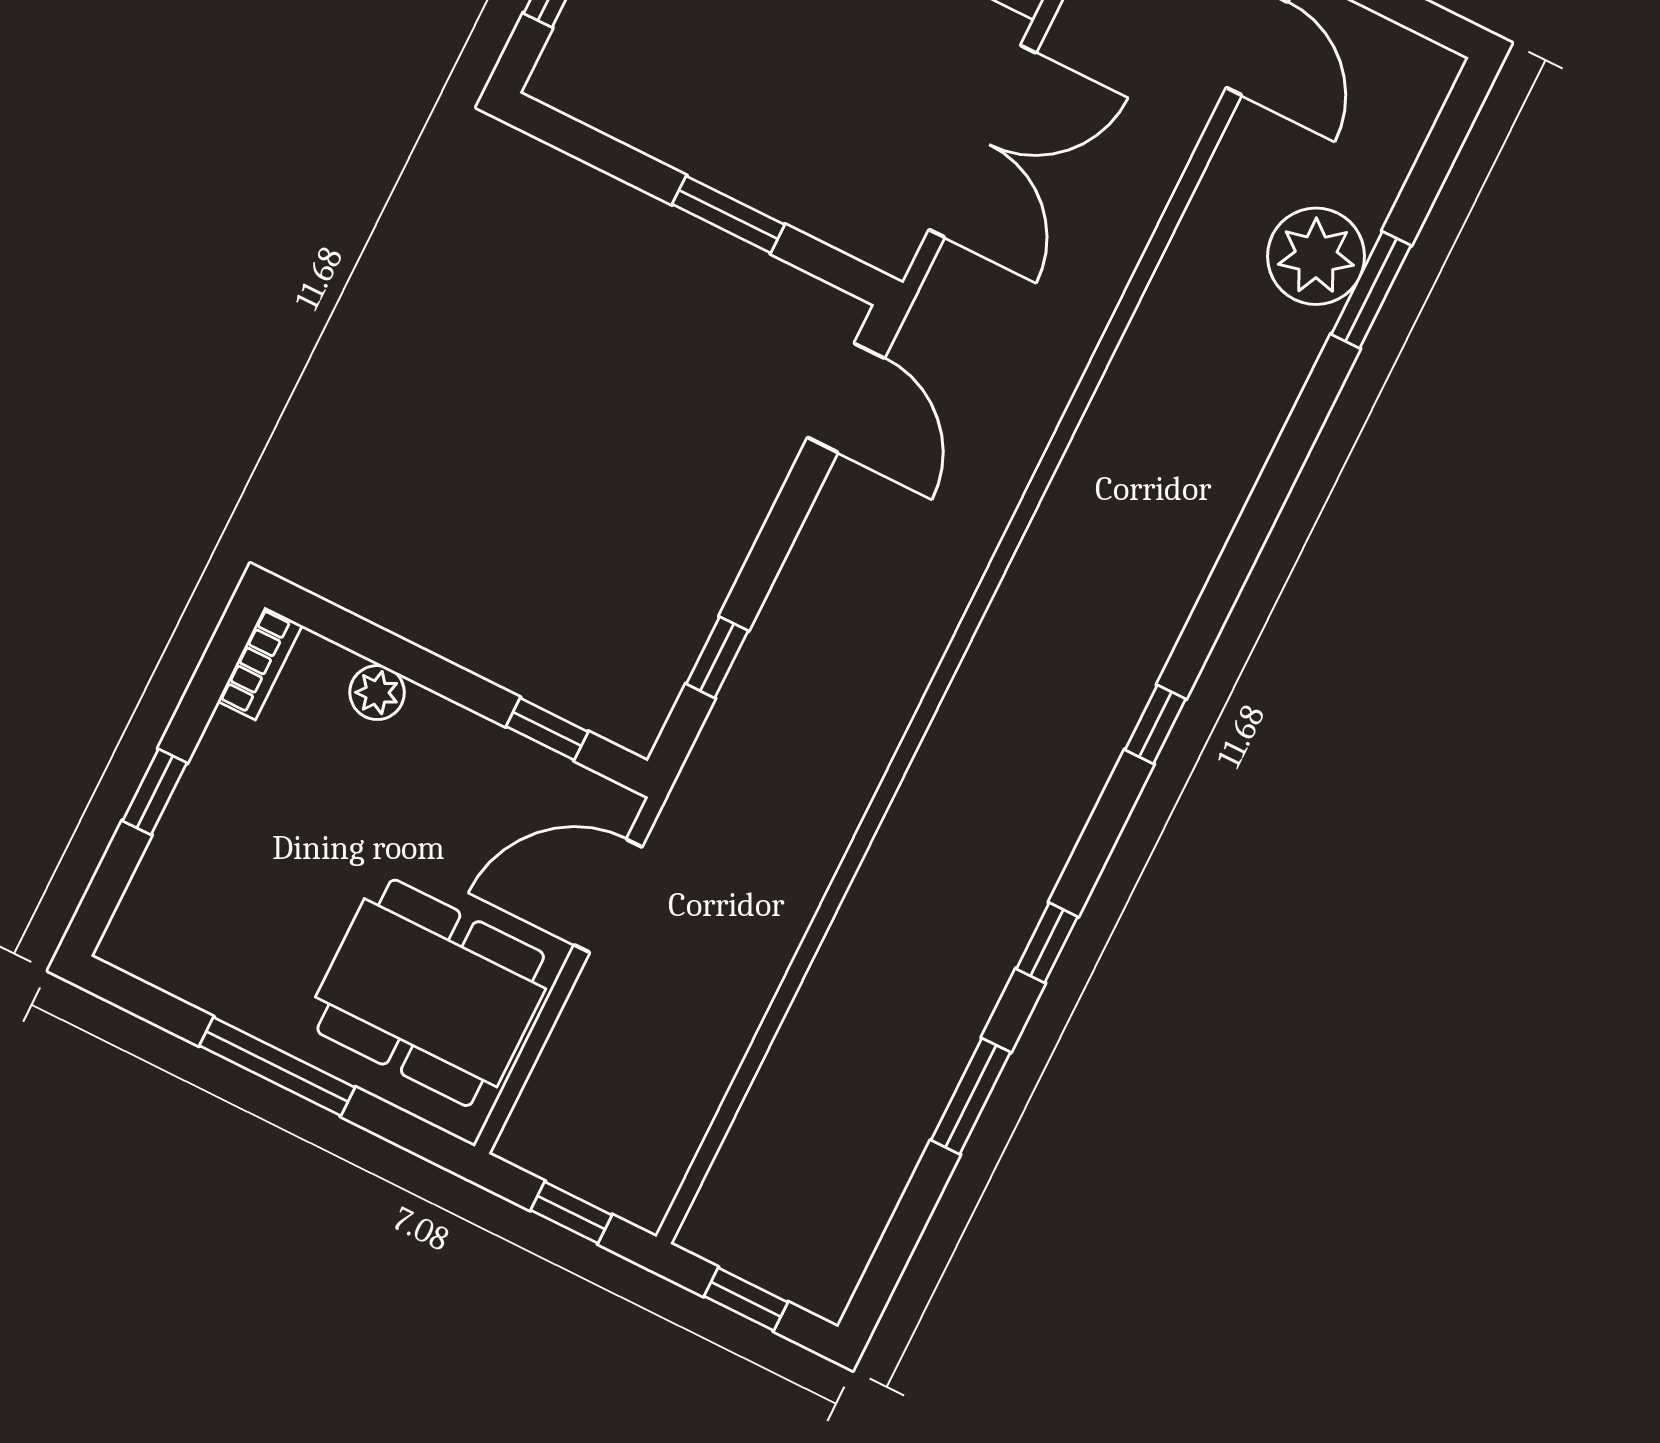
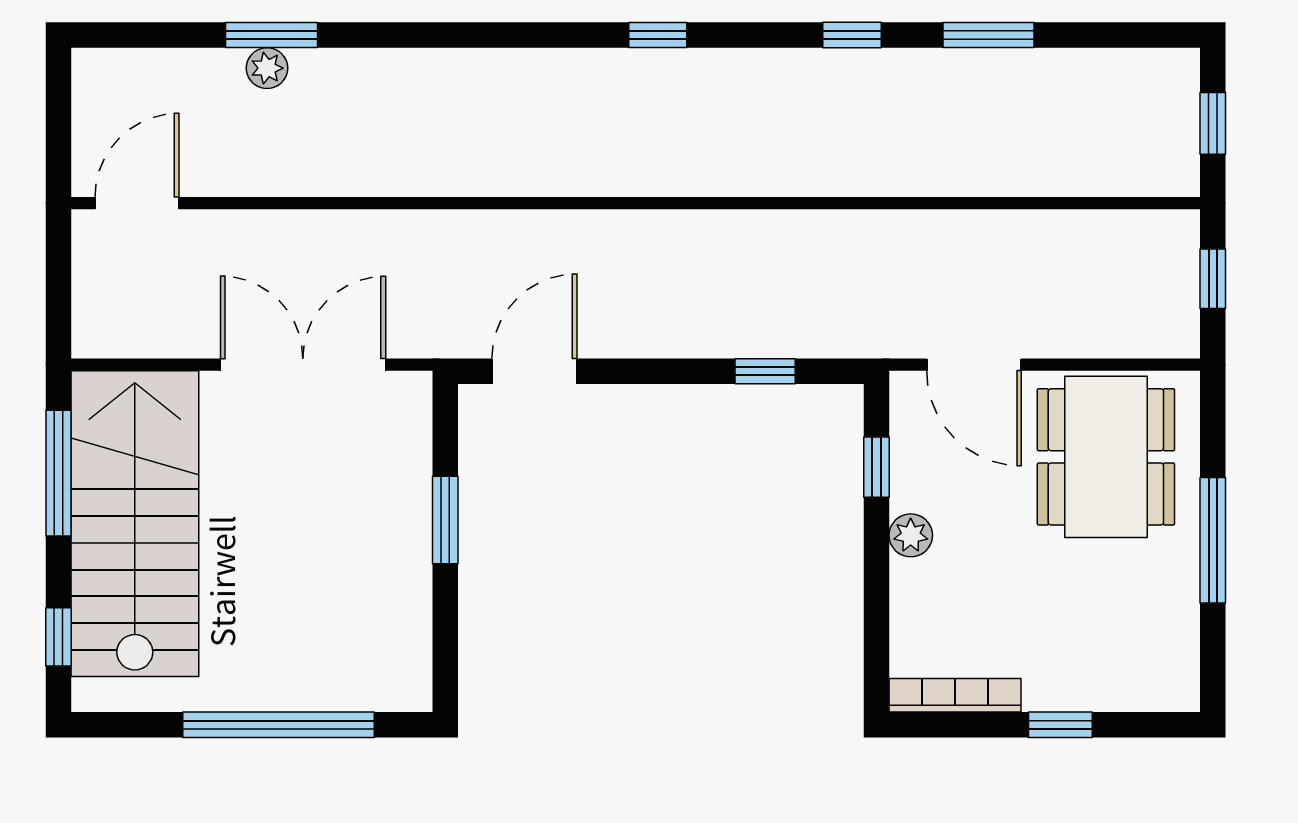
plant: (1316, 256) -> (267, 68), width x0.53, depth x0.53
bookcase: (260, 663) -> (955, 695), width x1.56
plant: (377, 693) -> (911, 535), moved

